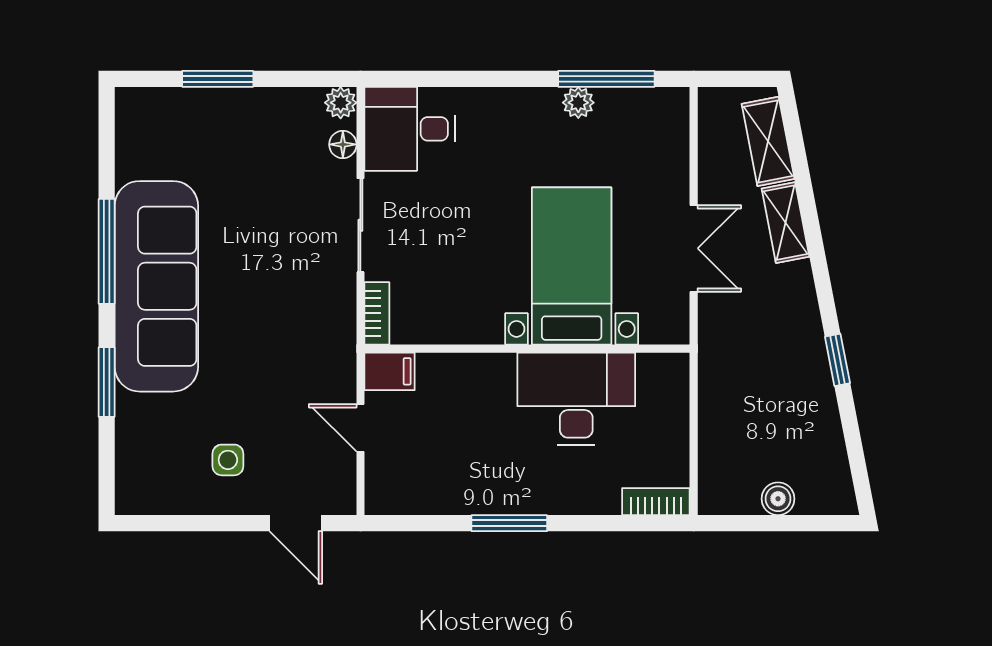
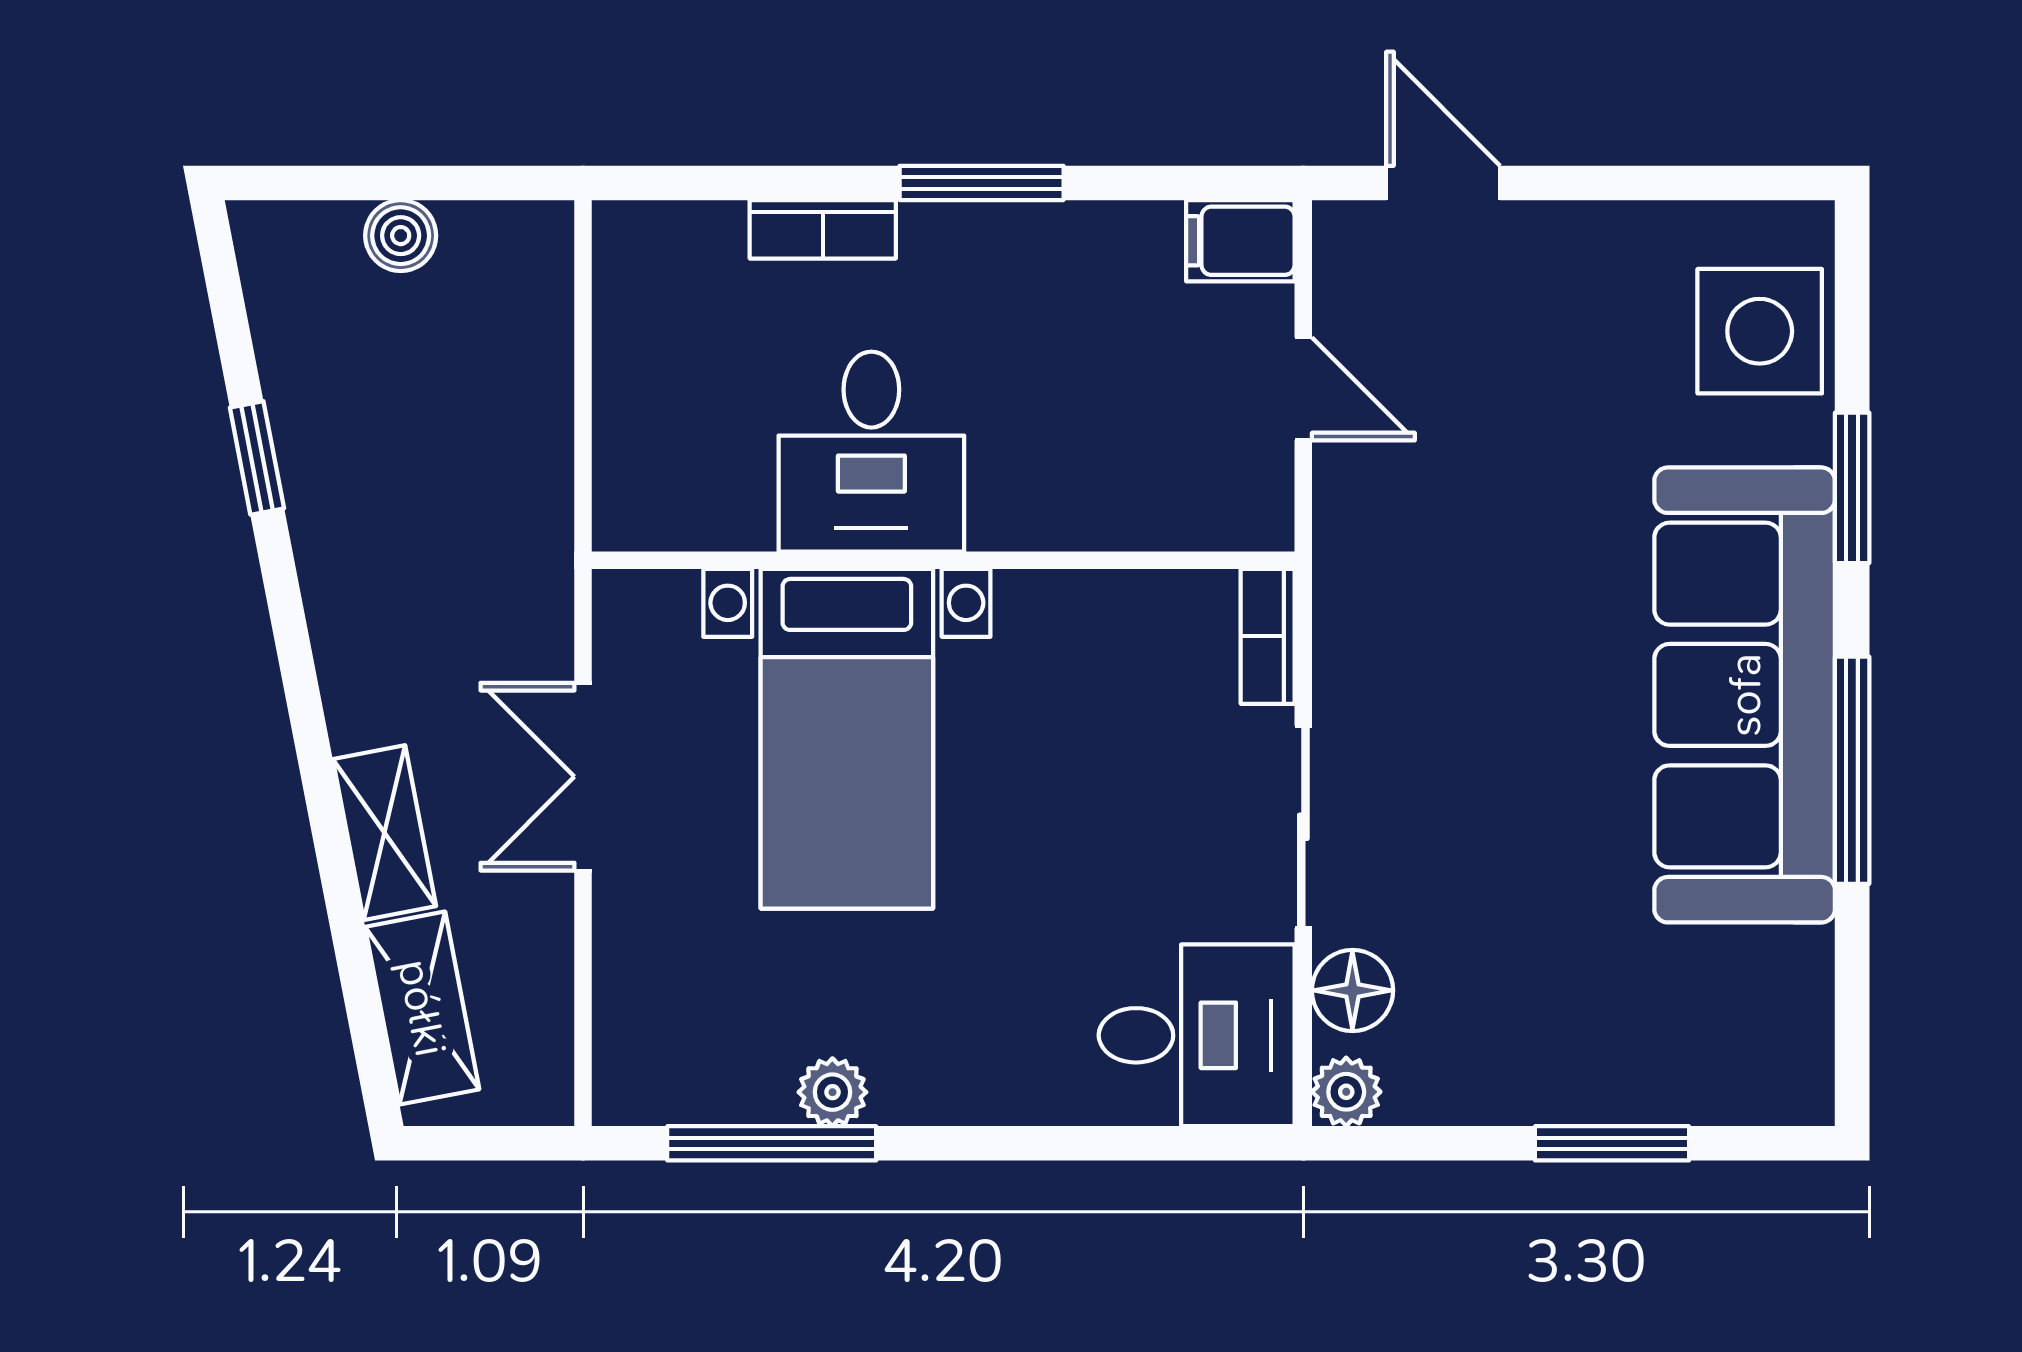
floor lamp: (343, 144) -> (1352, 990), width x1.37, depth x1.37
window: (837, 360) -> (257, 458), moved
filing cabinet: (390, 371) -> (1240, 241), moved
desk: (576, 399) -> (871, 452), width x0.73
side table: (228, 460) -> (1760, 331), moved, width x1.87, depth x1.87
bookcase: (656, 502) -> (823, 229), moved

